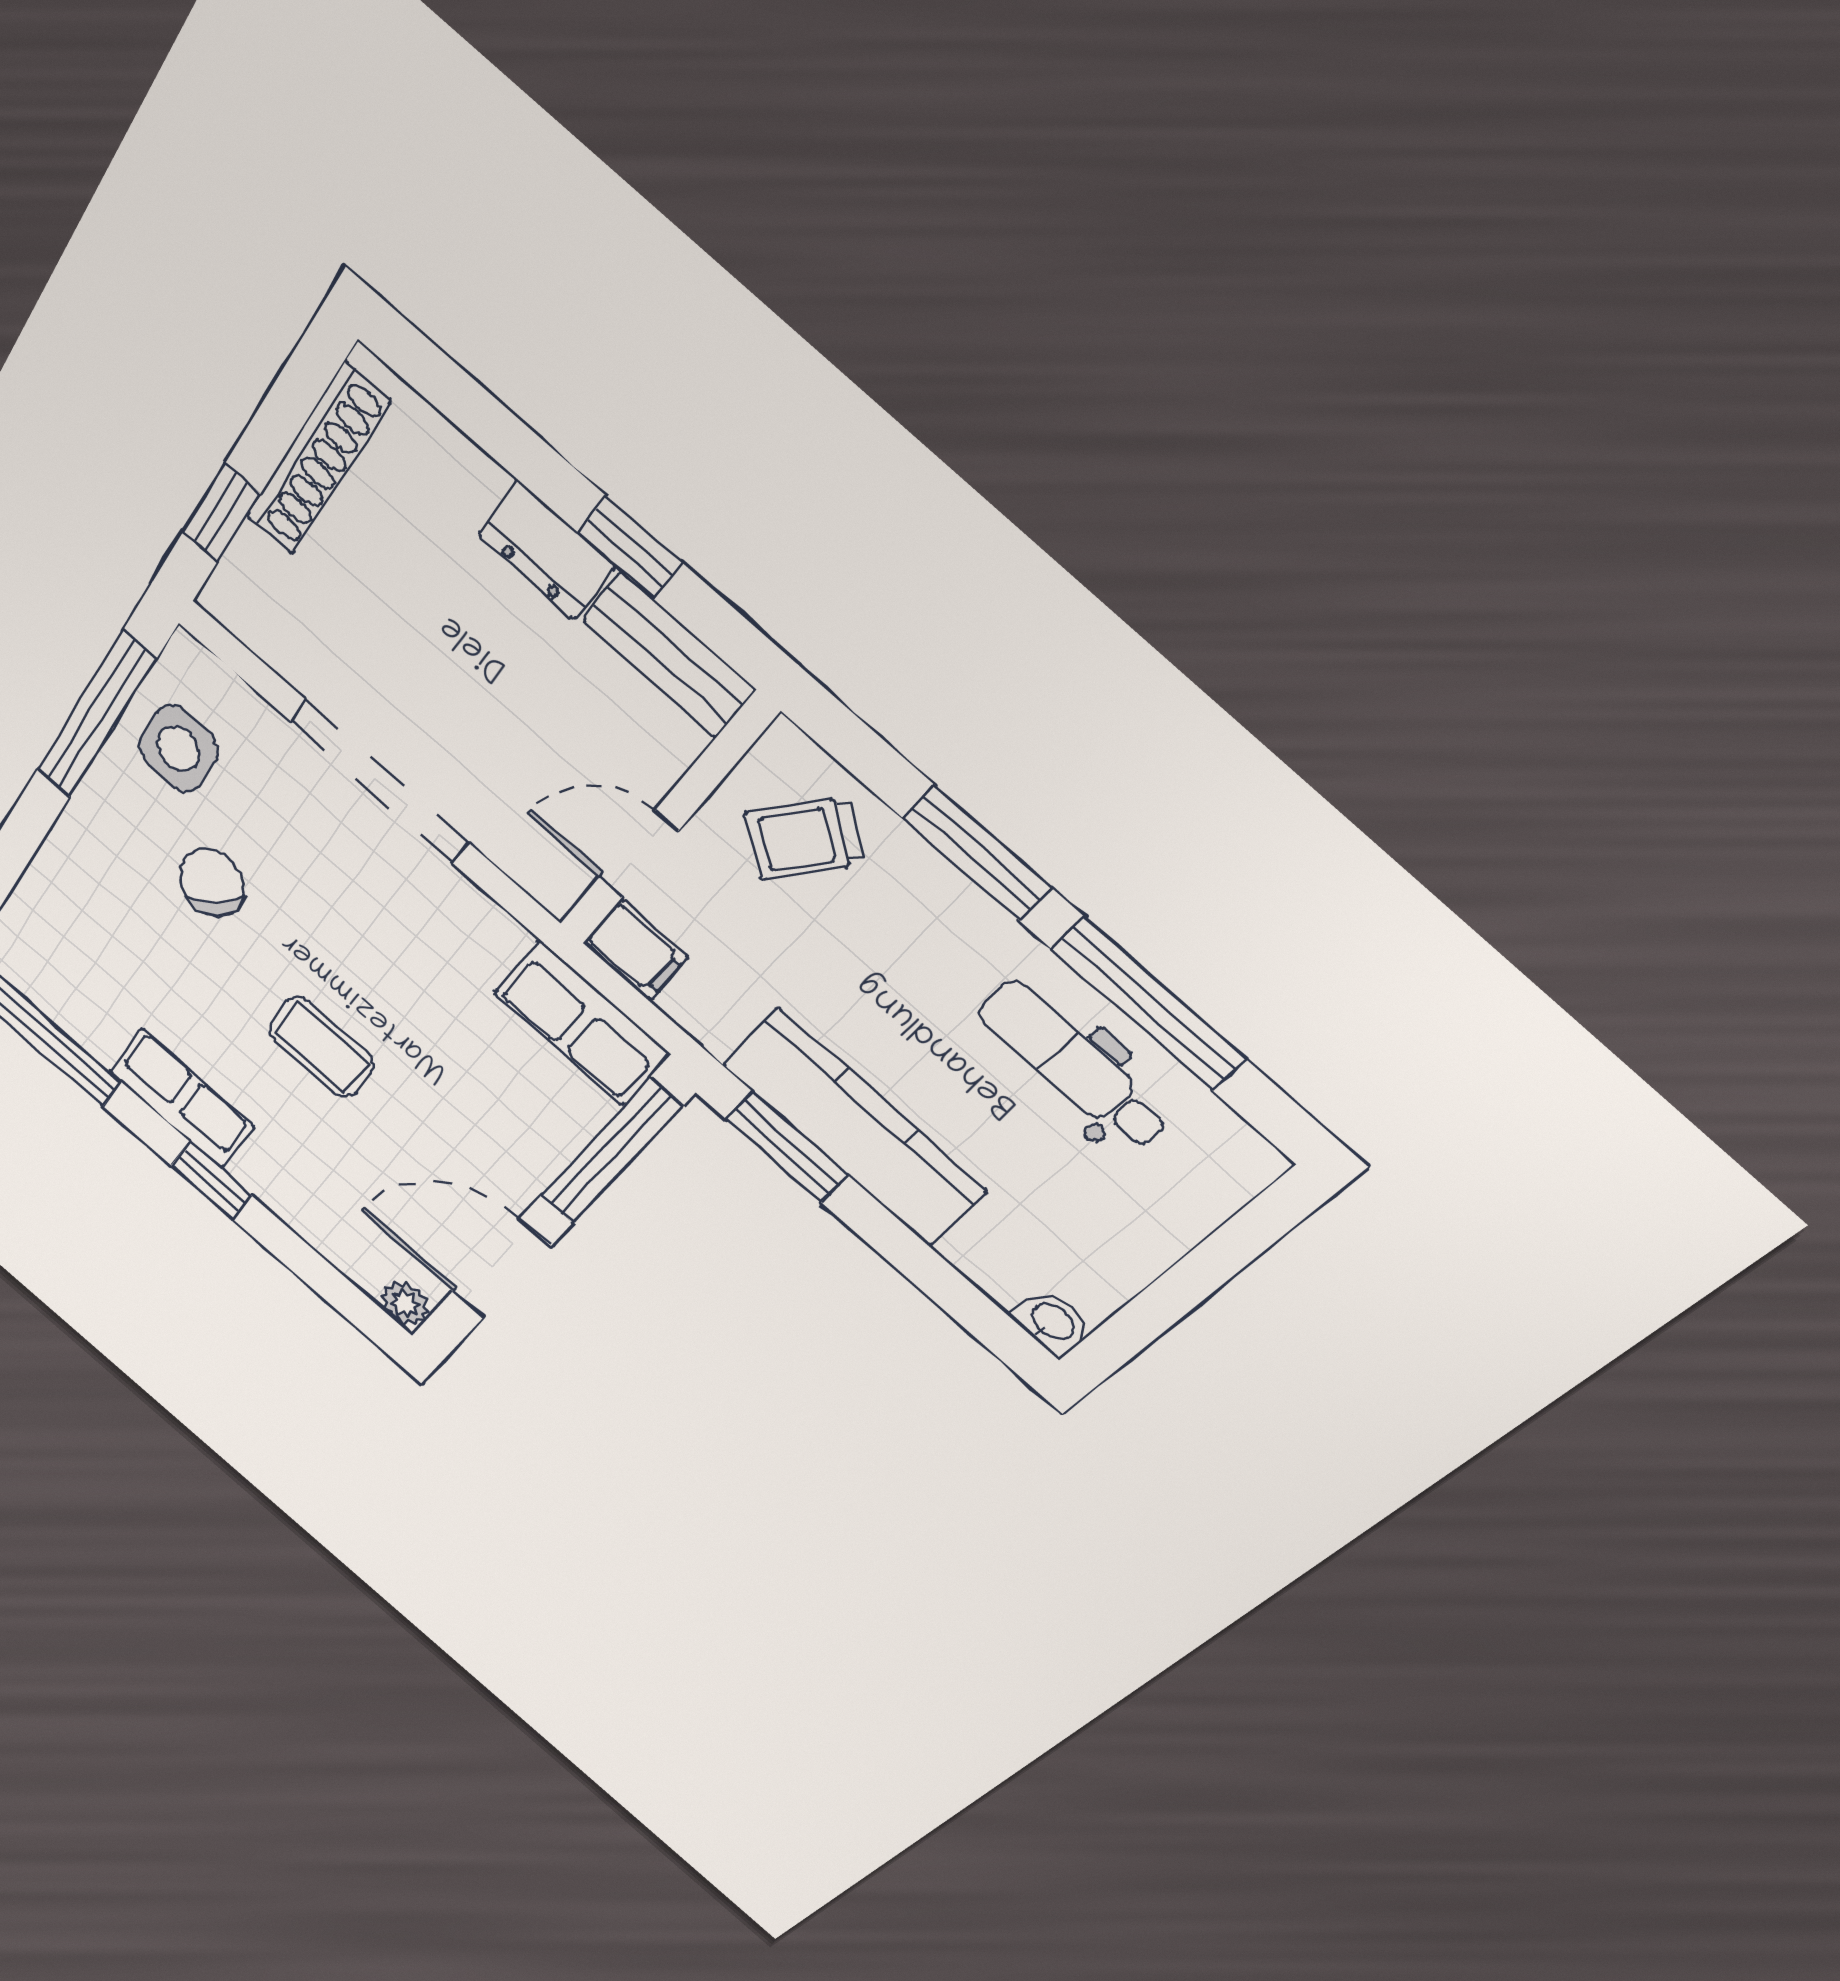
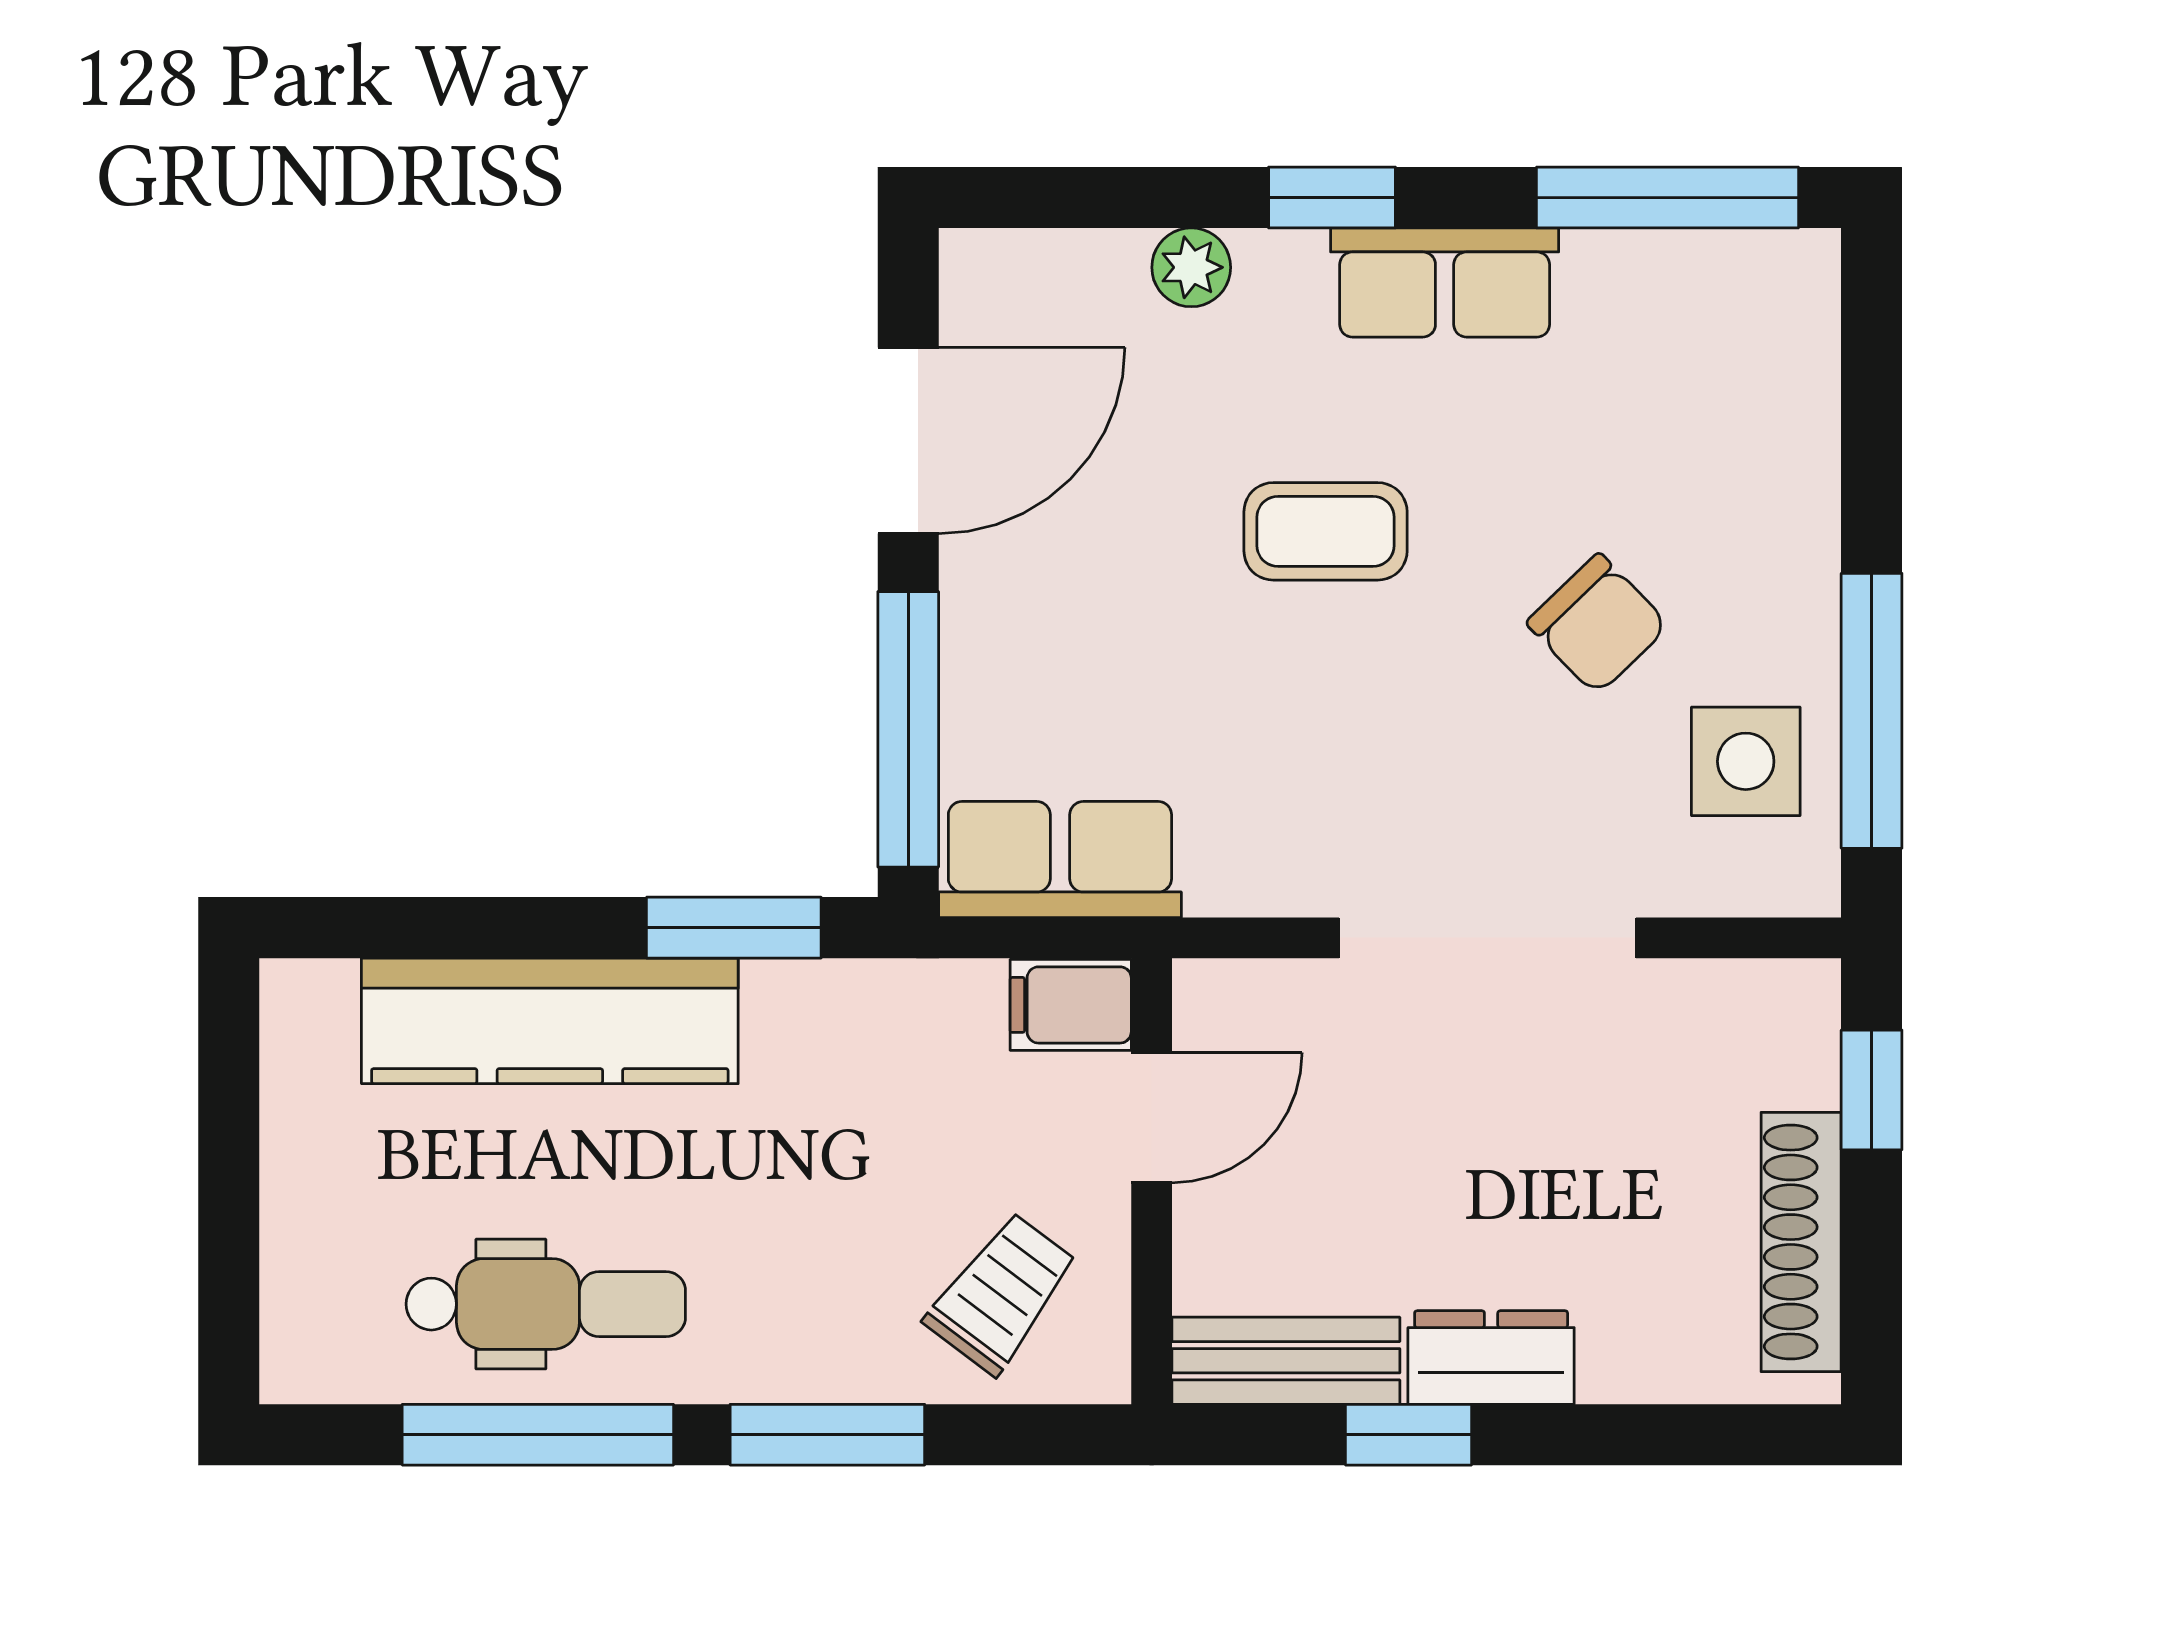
kitchen counter: (854, 1128) -> (550, 1021), moved
plant: (405, 1304) -> (1191, 267), moved
washbasin: (1052, 1322) -> (306, 996), removed

